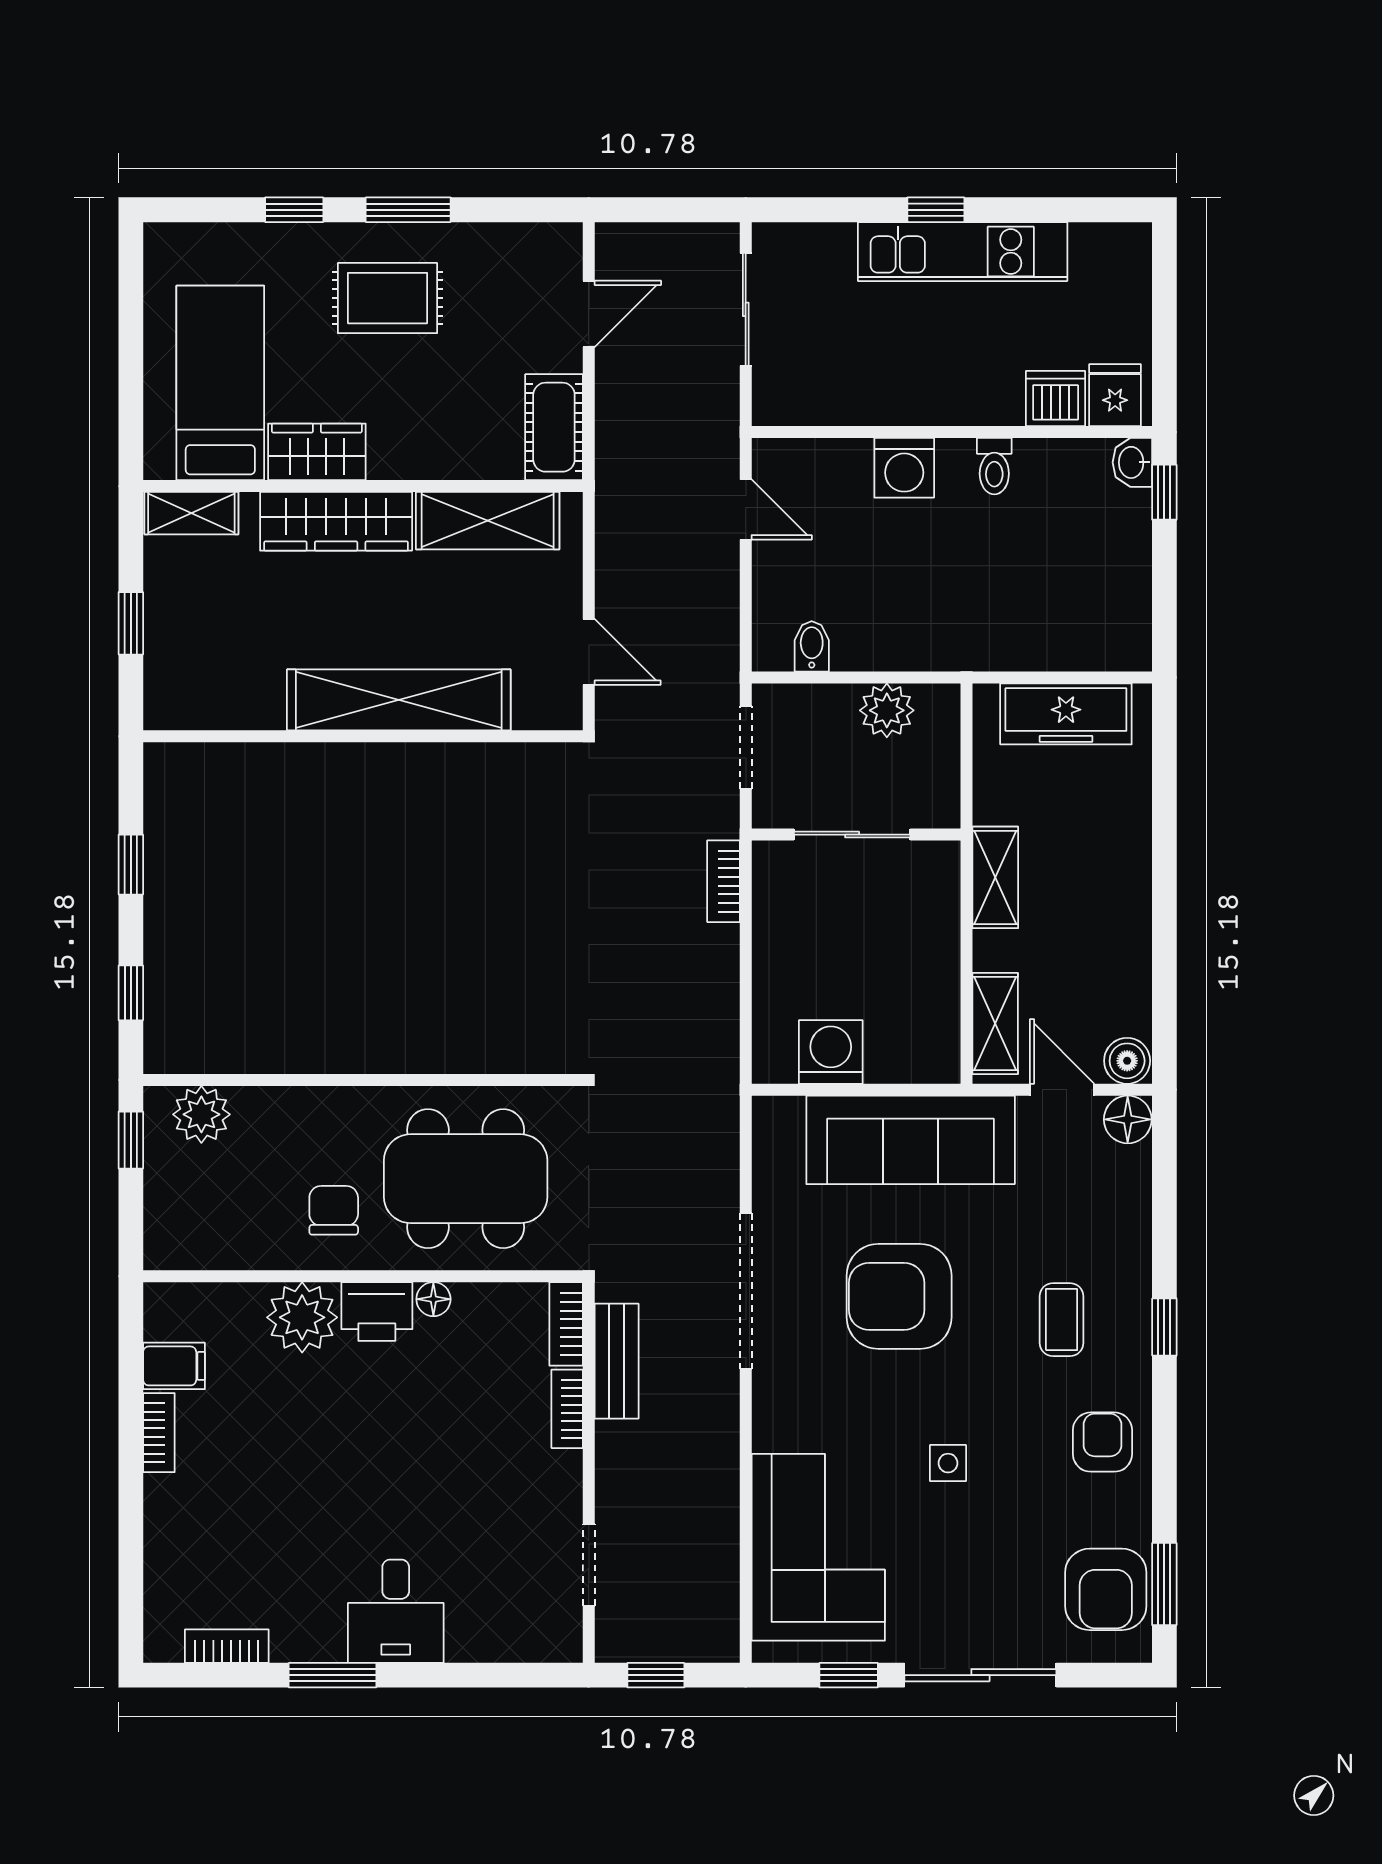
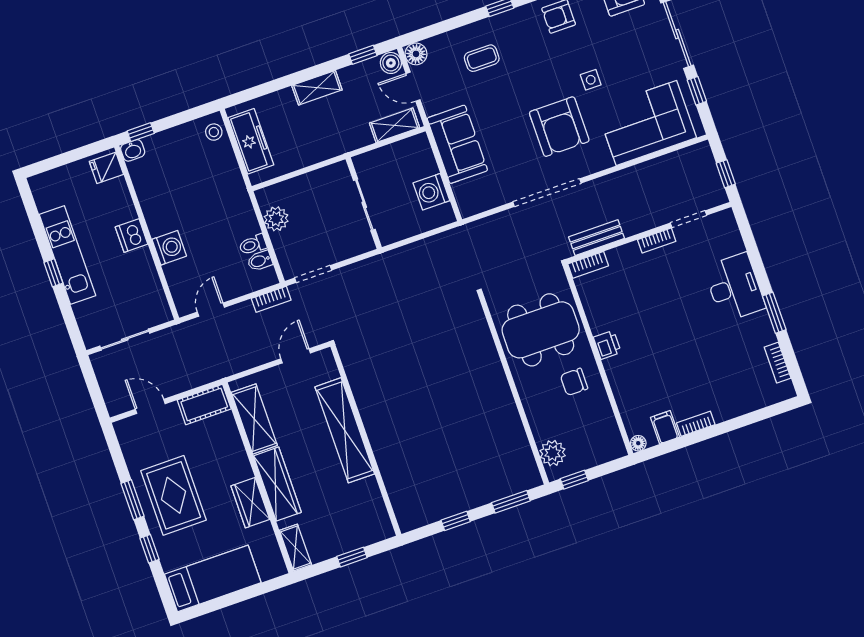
rug: (388, 298) -> (174, 495), width x1.36, depth x1.43
bed: (220, 383) -> (213, 578), moved, turned 180
dishwasher: (1056, 399) -> (132, 236), moved
toilet: (994, 466) -> (253, 245), moved, turned 180
stool: (1112, 644) -> (214, 132), added
sliding door: (852, 835) -> (364, 205), moved
wall: (856, 835) -> (364, 203), moved
shelving: (995, 877) -> (317, 88), moved
bookcase: (723, 881) -> (271, 299), moved
window: (131, 993) -> (511, 502), width x1.50
window: (1164, 1009) -> (363, 55), added
door: (1062, 1090) -> (413, 87), hinge flipped
sofa: (911, 1140) -> (457, 144), width x0.73
dining table: (466, 1179) -> (541, 330), turned 90
armchair: (899, 1296) -> (559, 127), moved
floor lamp: (433, 1299) -> (638, 443), moved
printer: (377, 1312) -> (607, 345), width x0.73, depth x0.81
plant: (302, 1317) -> (625, 379), removed
coffee table: (1061, 1320) -> (482, 58), moved
bookcase: (567, 1409) -> (657, 240), moved
desk: (396, 1611) -> (735, 287), width x1.37

